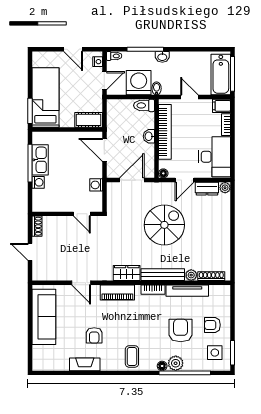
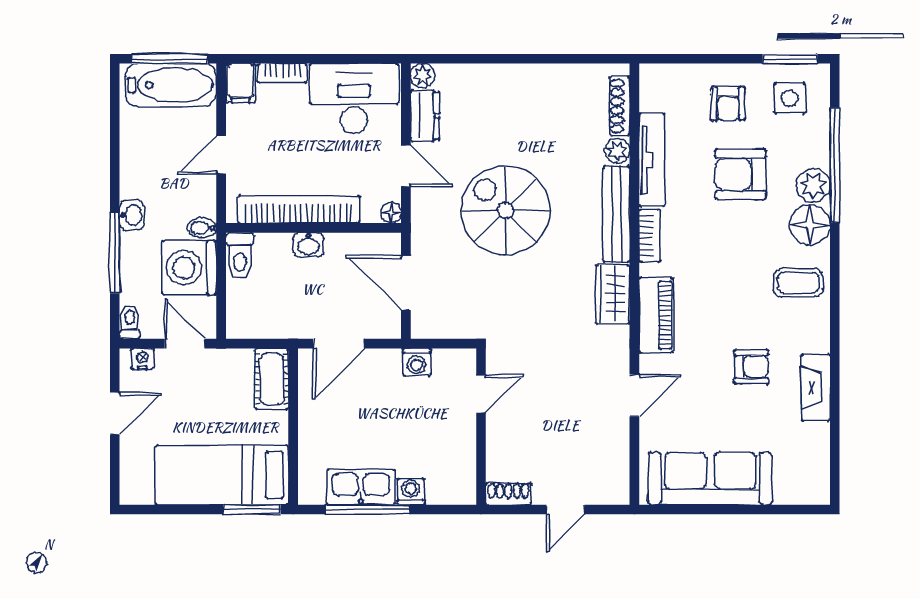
floor lamp: (162, 366) -> (810, 225), width x1.89, depth x1.89

